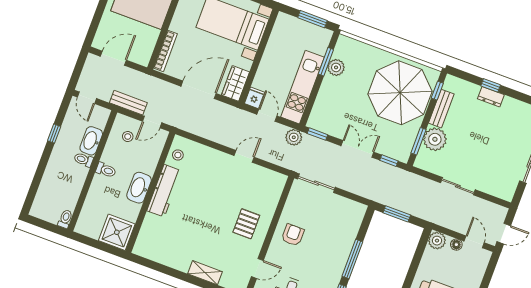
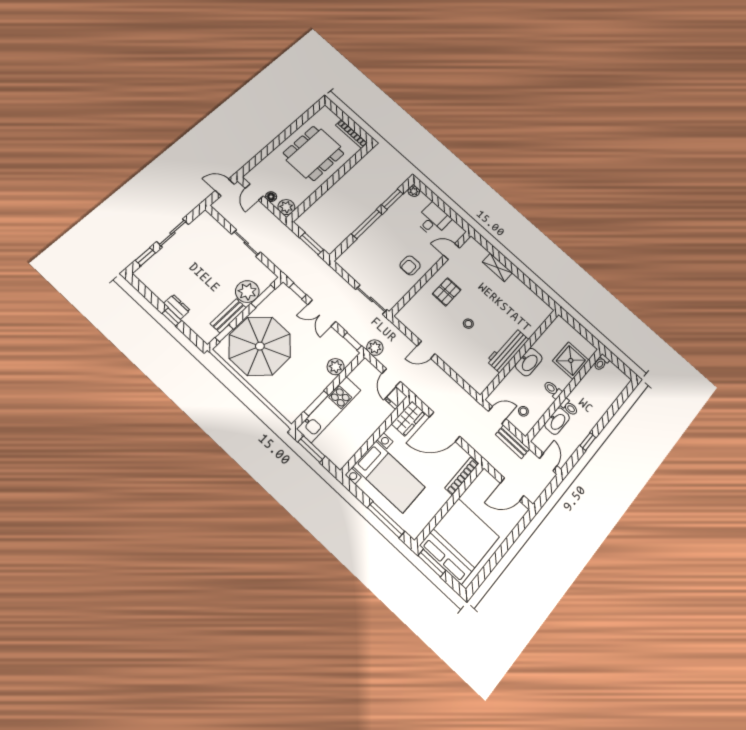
plant: (336, 67) -> (336, 367), moved
kitchen unit: (302, 87) -> (329, 409), moved
stool: (178, 155) -> (468, 324), moved
shower: (117, 232) -> (571, 360), moved

